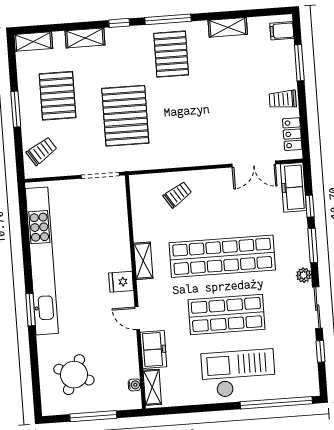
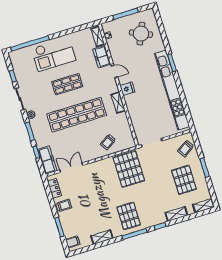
pallet: (125, 116) -> (129, 169), moved
shop shelf: (226, 315) -> (67, 84), width x0.70, depth x0.74

